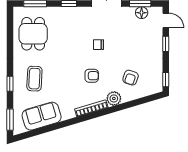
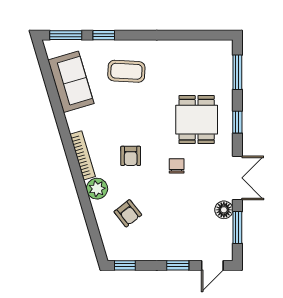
floor lamp: (142, 13) -> (224, 210), moved
dining table: (33, 34) -> (197, 120), moved, turned 90
armchair: (131, 78) -> (128, 213), turned -147
window: (10, 84) -> (104, 35), moved

